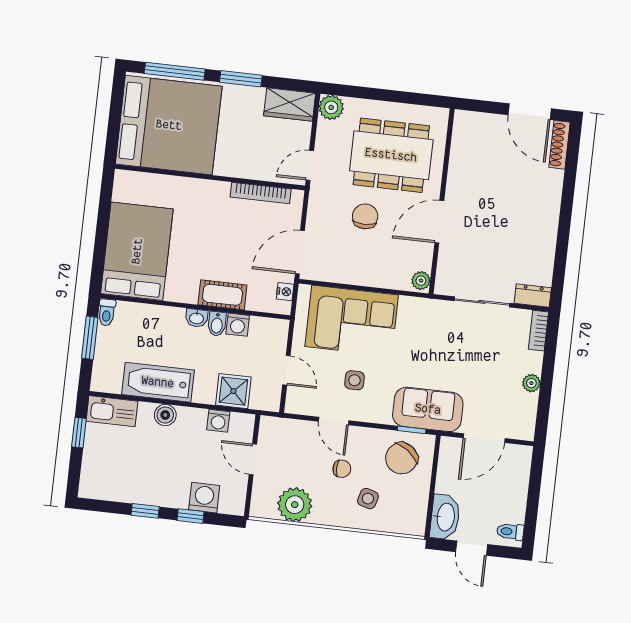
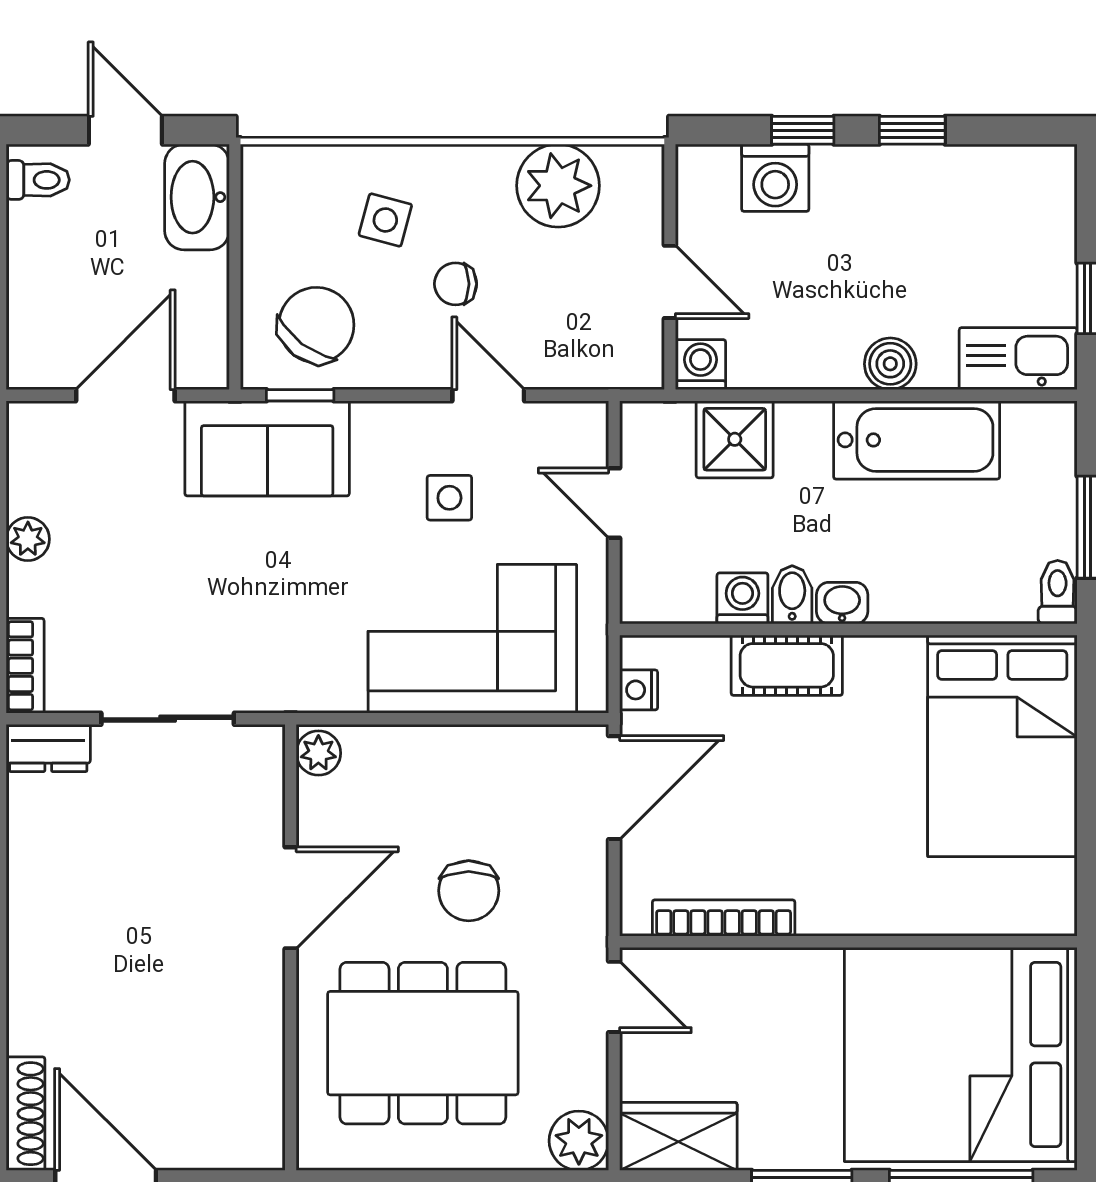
door: (310, 165) -> (614, 997), hinge flipped
washing machine: (218, 421) -> (701, 365), moved

